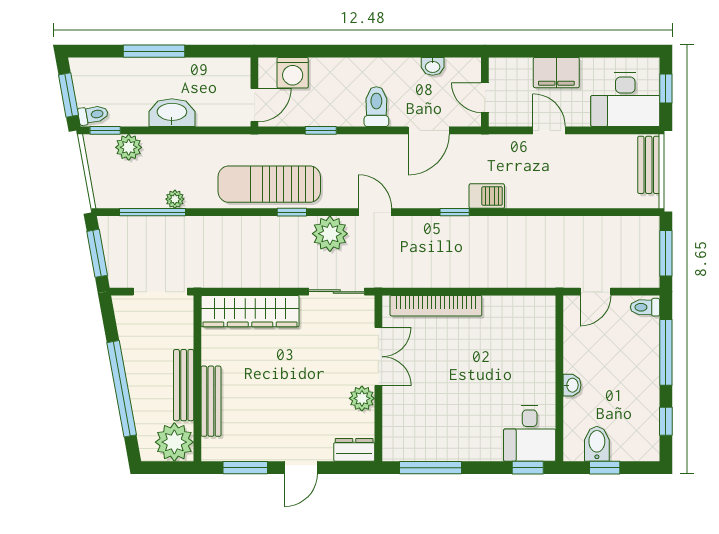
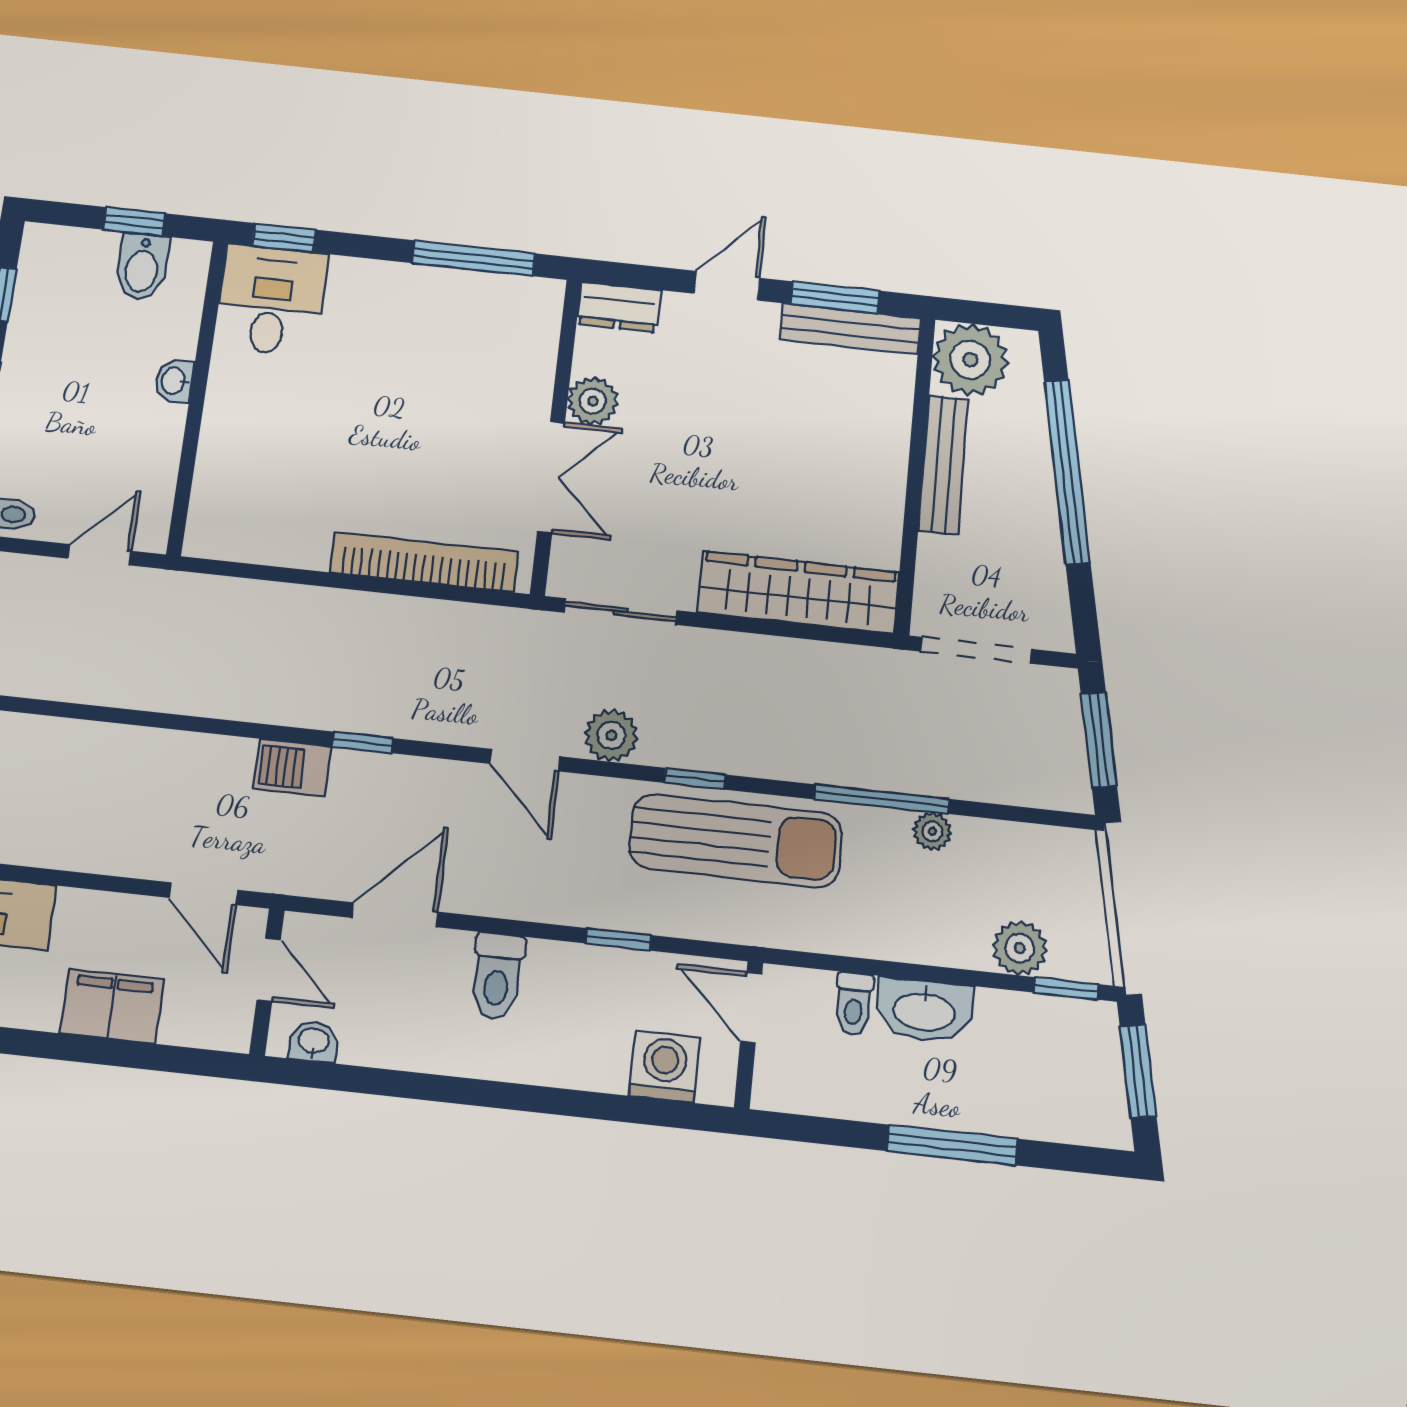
washbasin: (433, 66) -> (314, 1042), moved
door: (254, 105) -> (751, 1007), hinge flipped
toilet: (93, 115) -> (854, 1004), moved, turned -80
door: (549, 130) -> (204, 894), moved
window: (153, 212) -> (882, 799), moved
plant: (330, 234) -> (611, 736), width x0.73, depth x0.73
double door: (378, 357) -> (551, 477), swing flipped
bench: (211, 401) -> (850, 329), moved, turned 90

